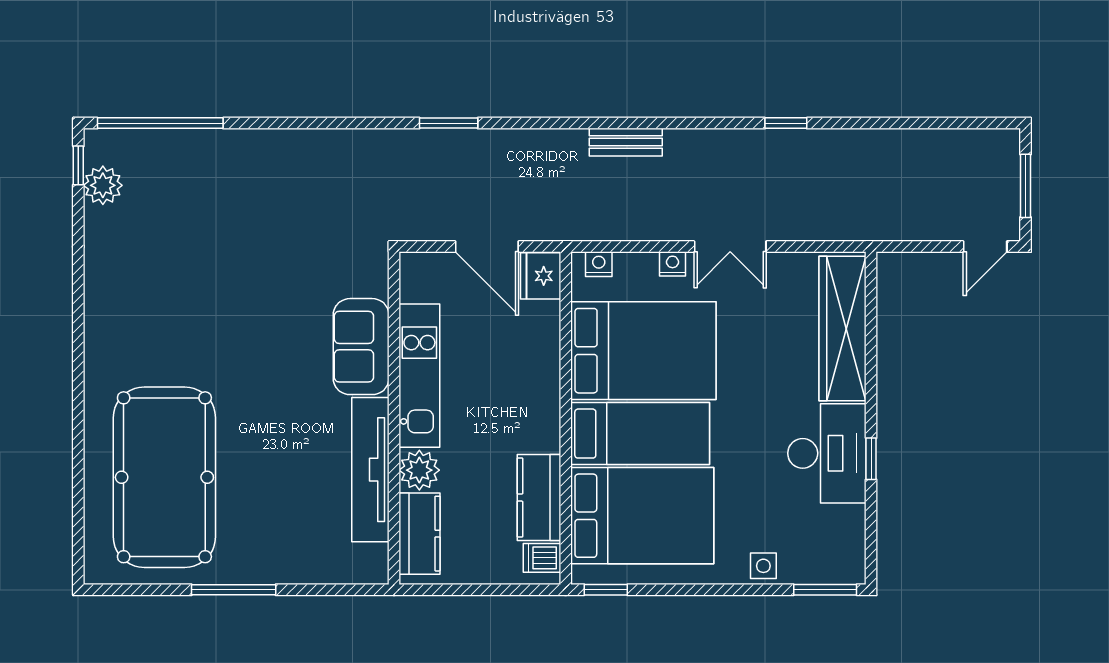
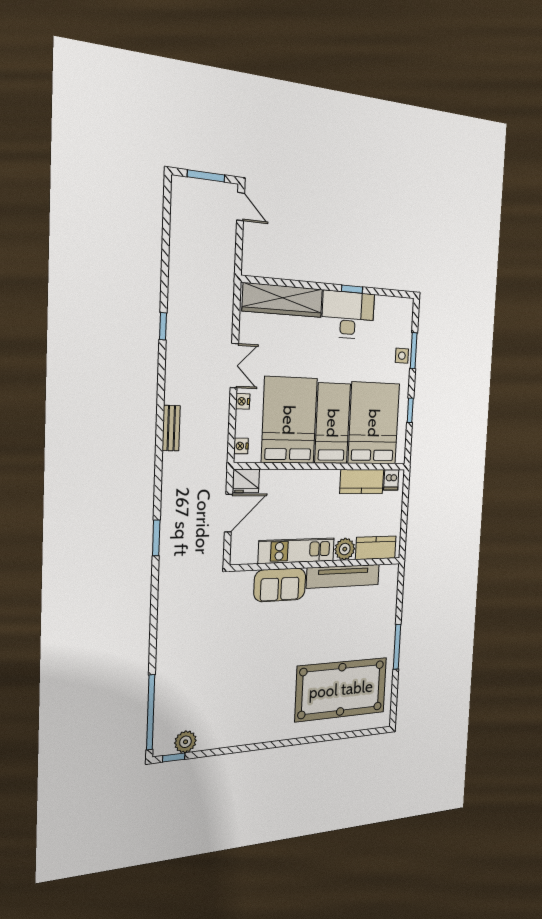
window: (606, 590) -> (410, 410), moved
window: (825, 590) -> (414, 351), moved

